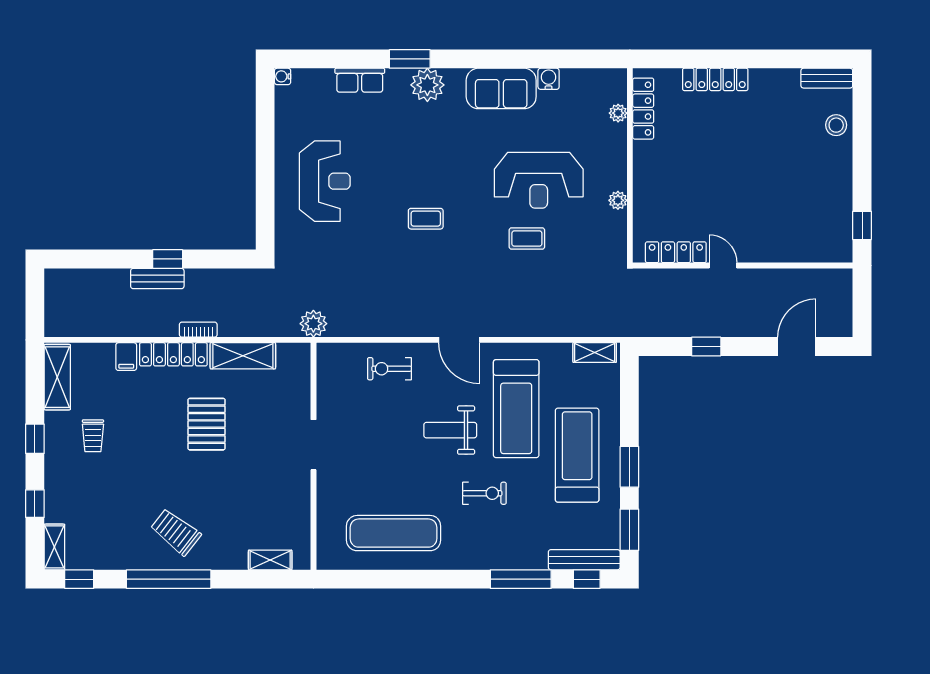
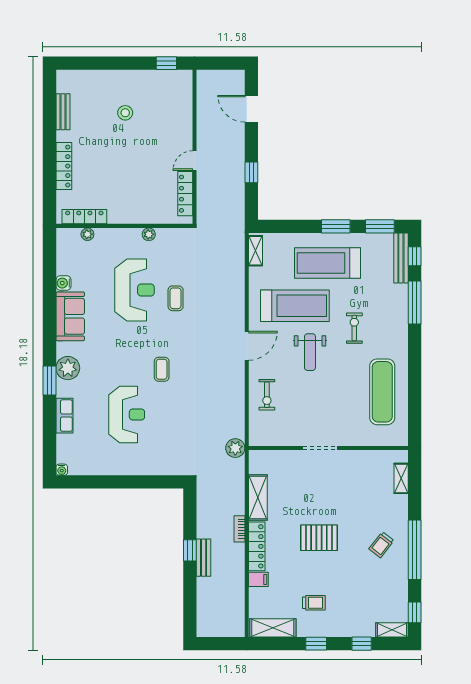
bench: (827, 78) -> (63, 112), moved
stool: (836, 125) -> (125, 113), moved
reception desk: (325, 181) -> (127, 414), moved, turned 90
pallet: (207, 424) -> (319, 538), moved
trolley: (176, 532) -> (381, 545), width x0.73, depth x0.72

